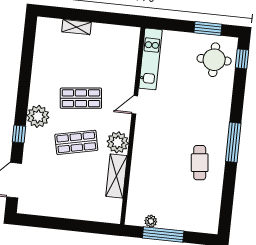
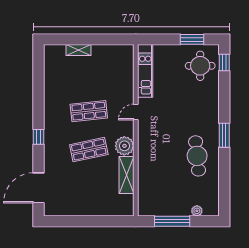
plant: (38, 116) -> (53, 131), removed
window: (19, 134) -> (39, 137), moved
window: (233, 142) -> (224, 135), width x0.69
cafe table: (200, 163) -> (197, 156), width x1.37, depth x1.35
plant: (151, 221) -> (197, 211), moved

